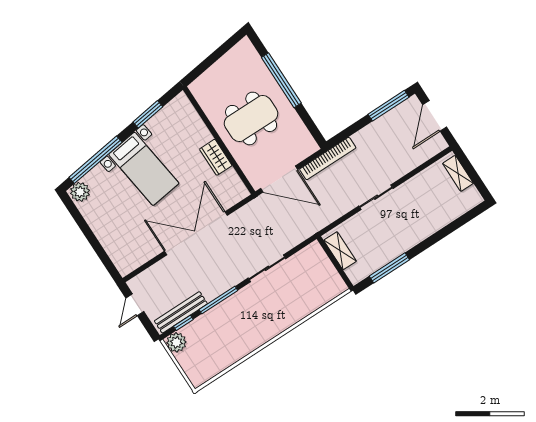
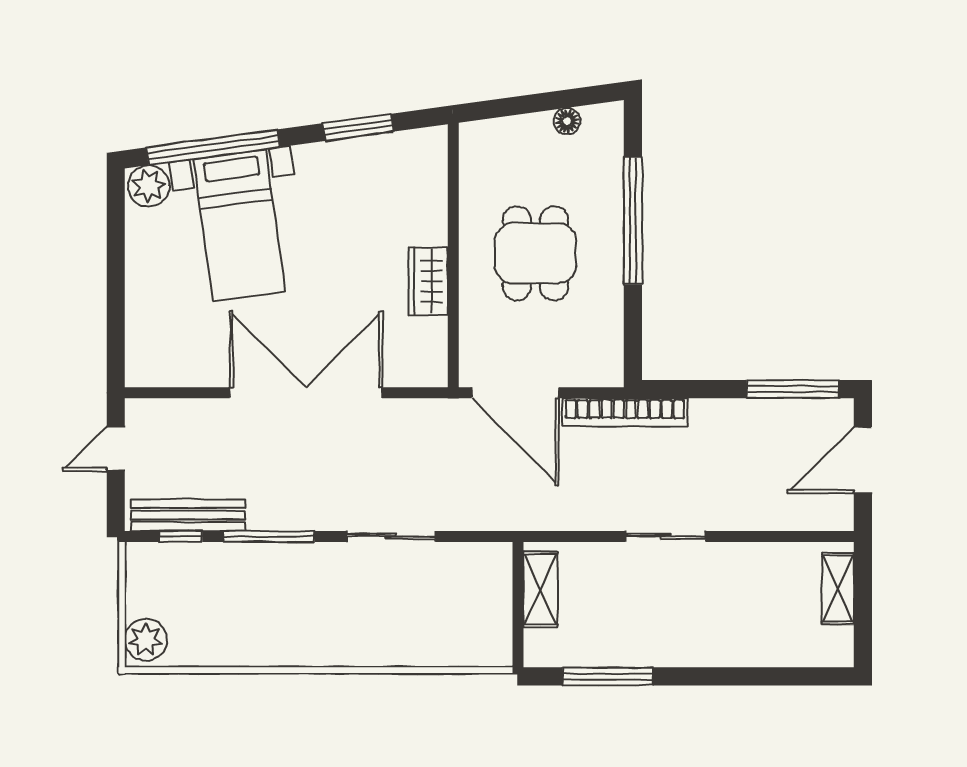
floor lamp: (229, 58) -> (567, 121), added
dining table: (251, 118) -> (535, 253), width x0.73
bed with nightstands: (144, 169) -> (239, 225), moved
plant: (176, 342) -> (146, 640), moved

